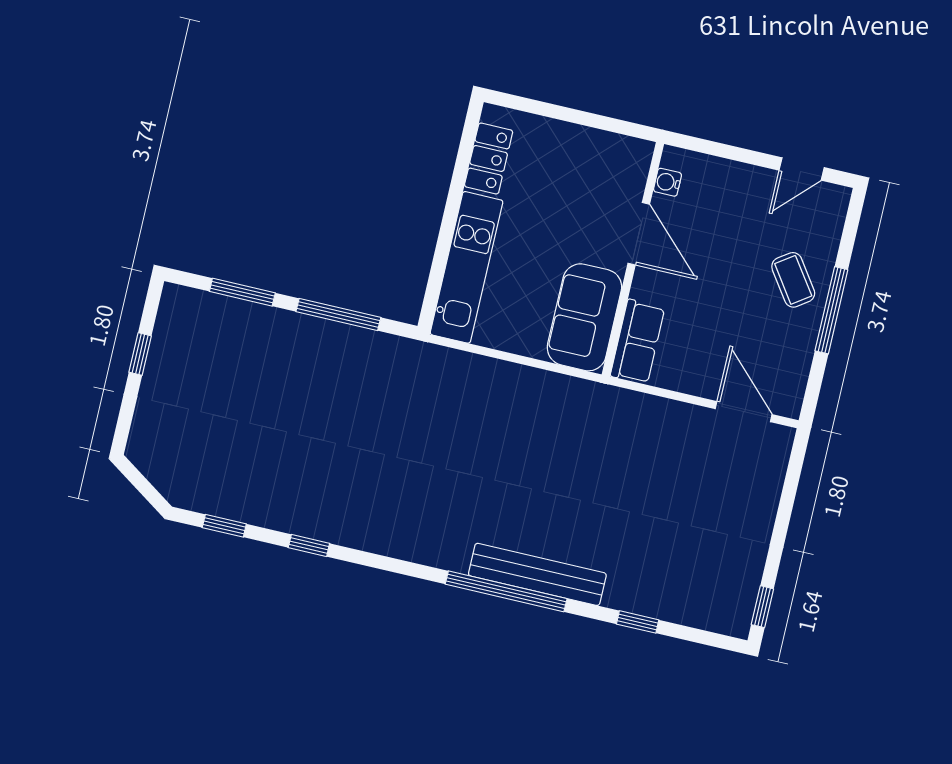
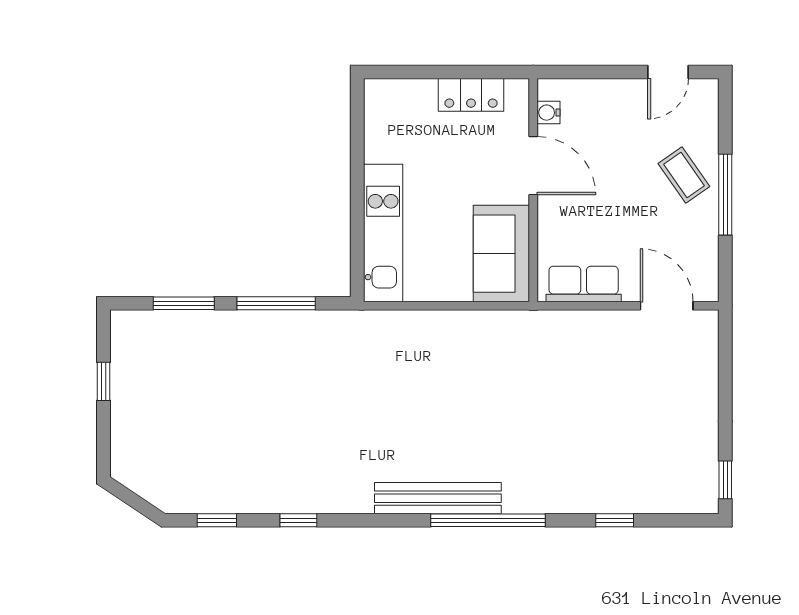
locker: (489, 159) -> (471, 95), moved, turned 90
row of seats: (638, 342) -> (584, 284), moved, turned -90
bench: (537, 574) -> (438, 498), moved

